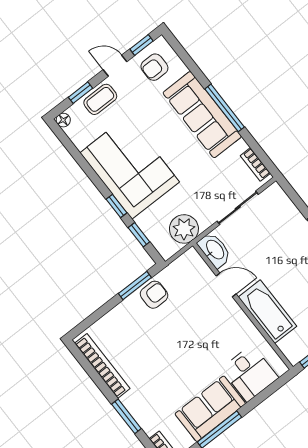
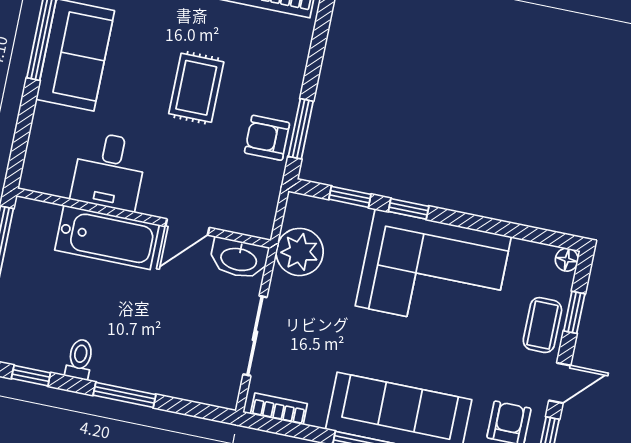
armchair: (154, 295) -> (267, 138), turned 90
rug: (167, 346) -> (196, 88), added
desk: (250, 373) -> (109, 171), moved, turned -90

